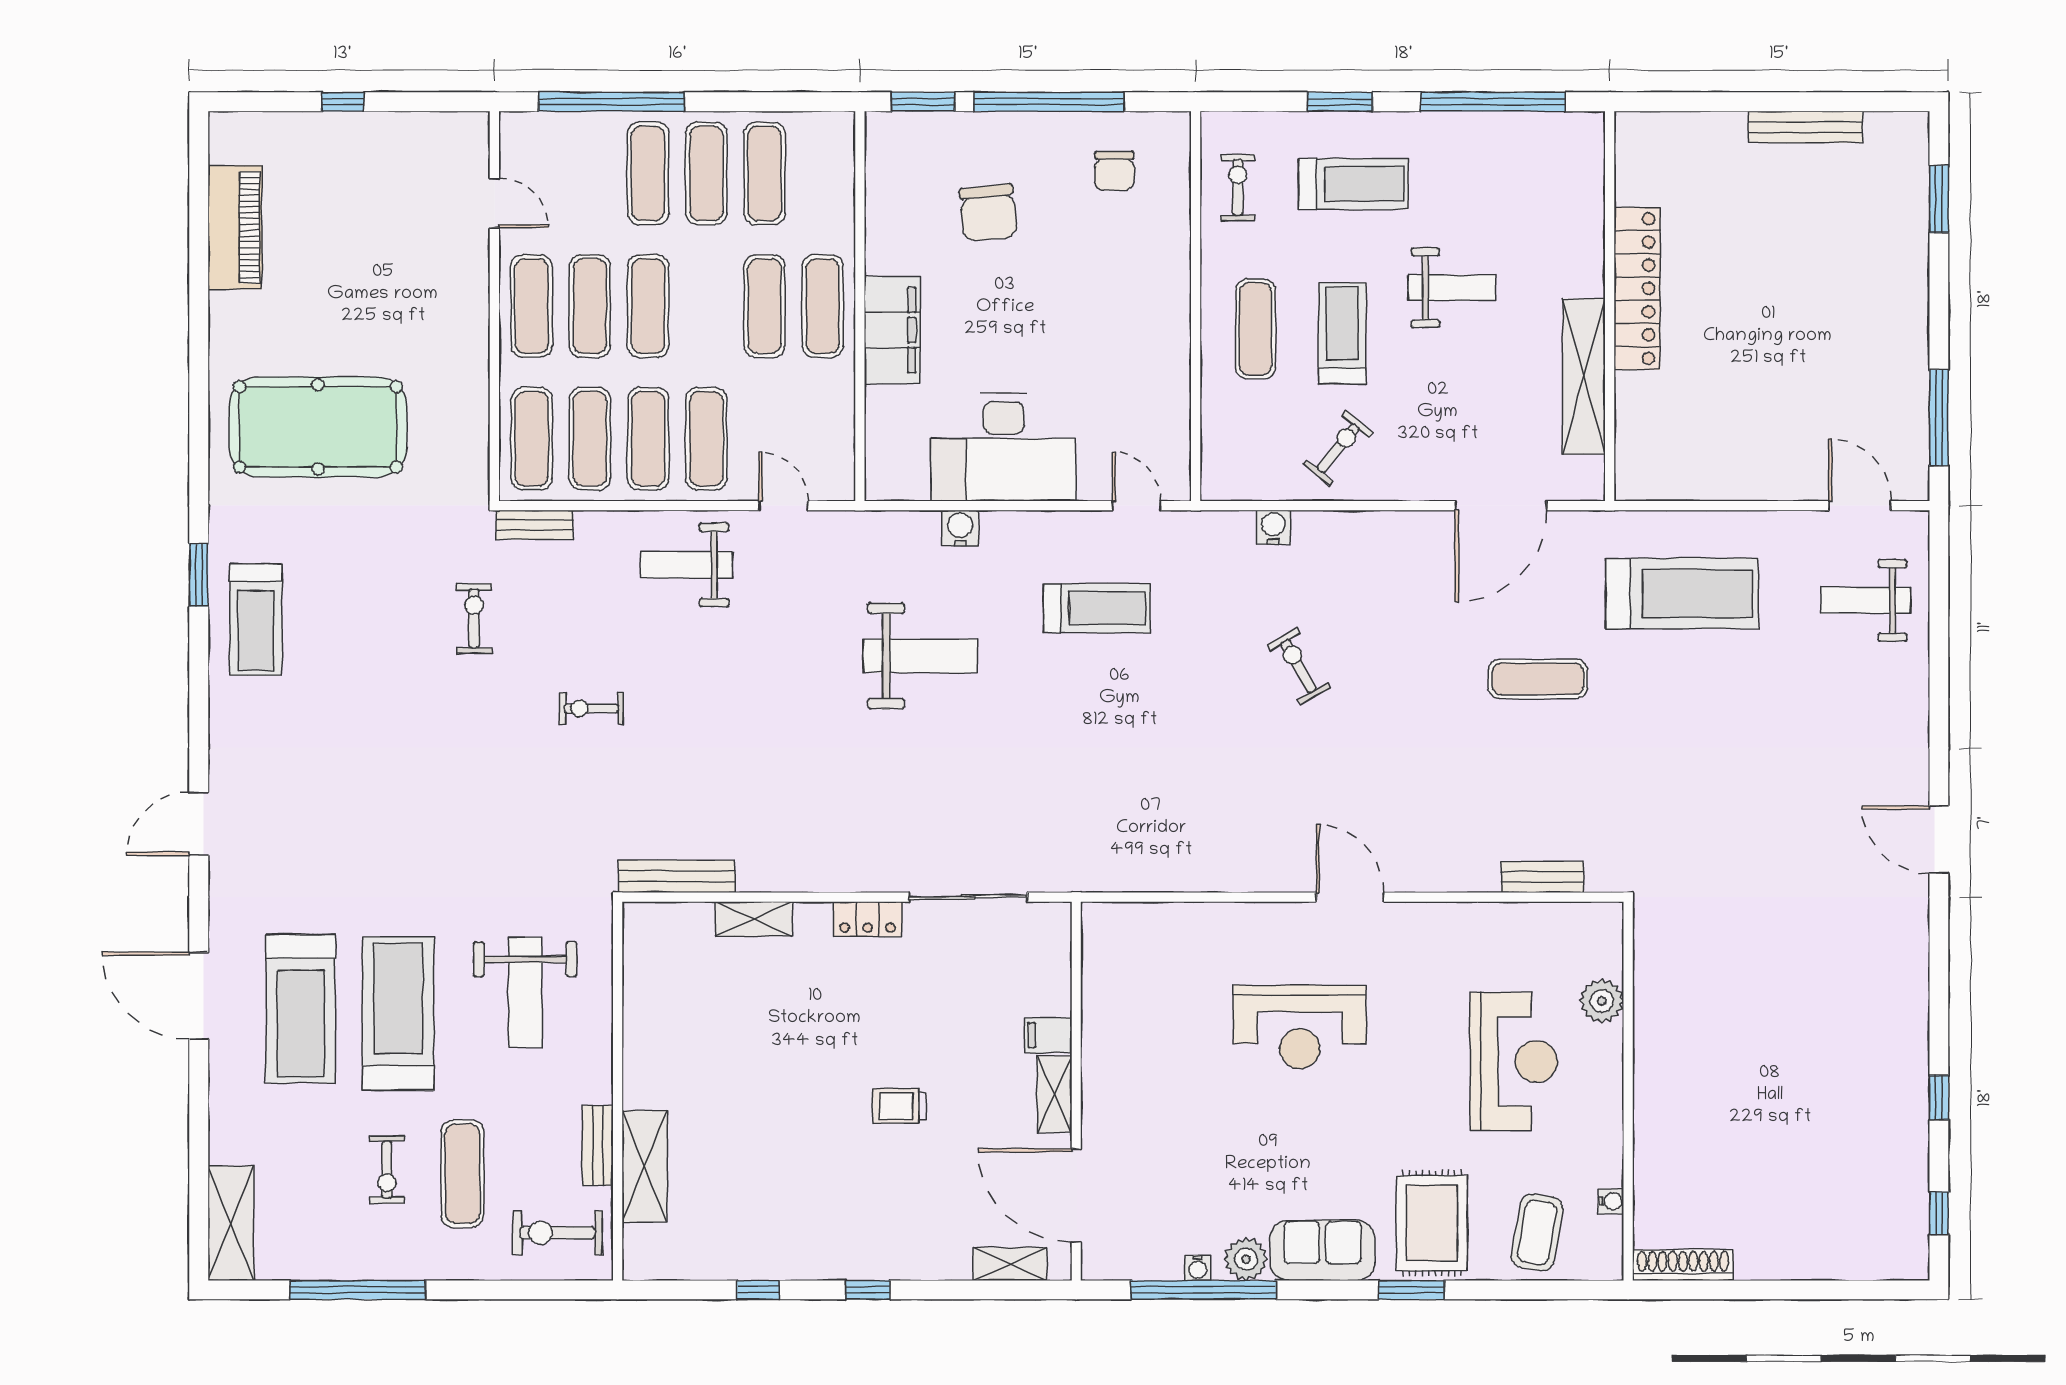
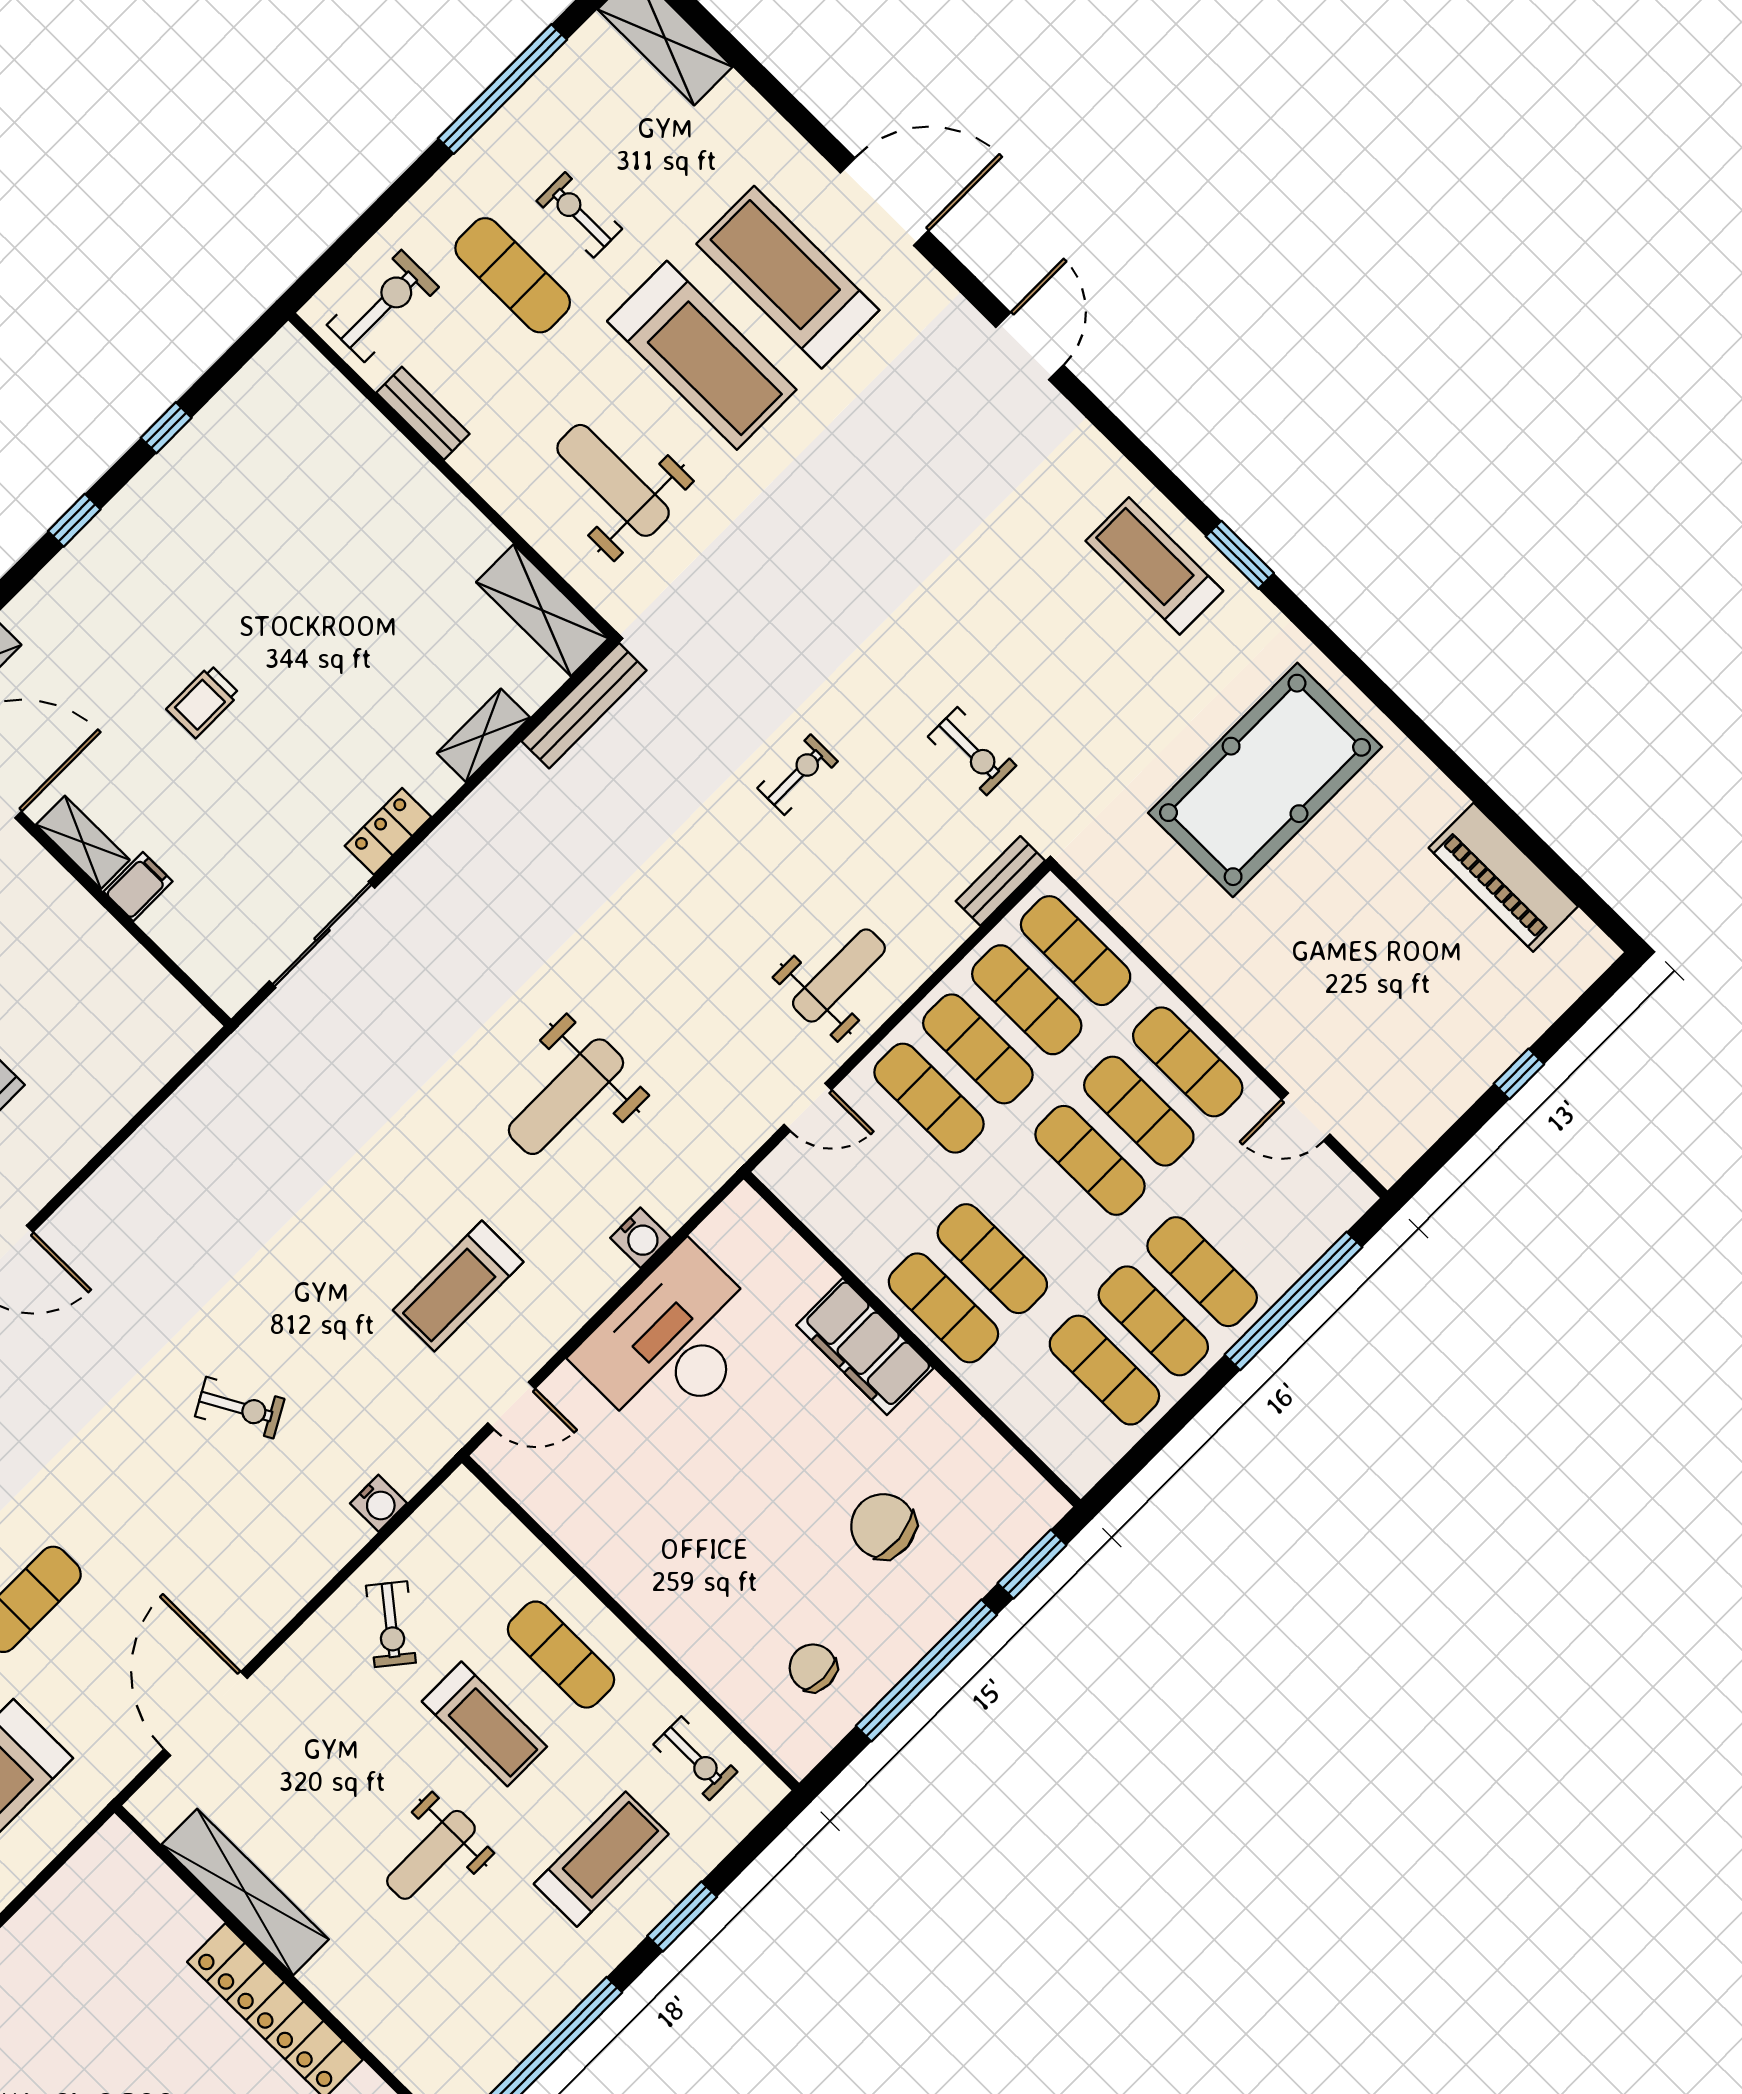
treadmill: (1354, 184) -> (601, 1859), turned 180
trolley: (900, 1106) -> (203, 702), turned 180
shelving: (644, 1166) -> (542, 610), moved

